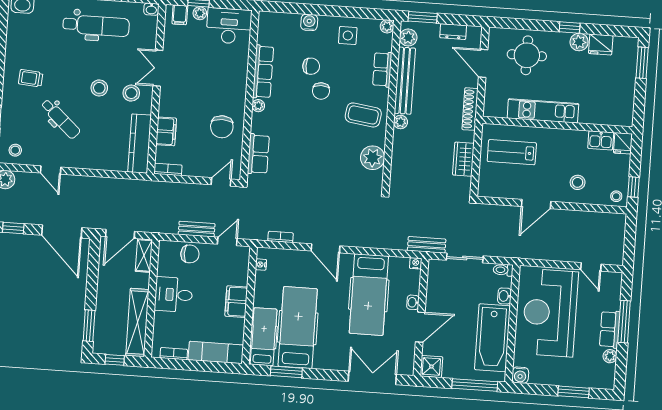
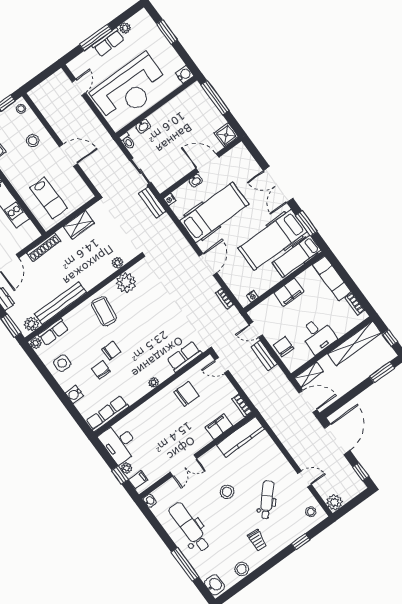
row of seats: (382, 69) -> (53, 332), moved
row of seats: (263, 72) -> (107, 414), moved
stool: (131, 93) -> (242, 569), moved
plant: (401, 122) -> (118, 263), moved
door: (51, 170) -> (304, 479), hinge flipped
bathtub: (492, 338) -> (176, 112), removed
double door: (372, 378) -> (278, 184), moved

